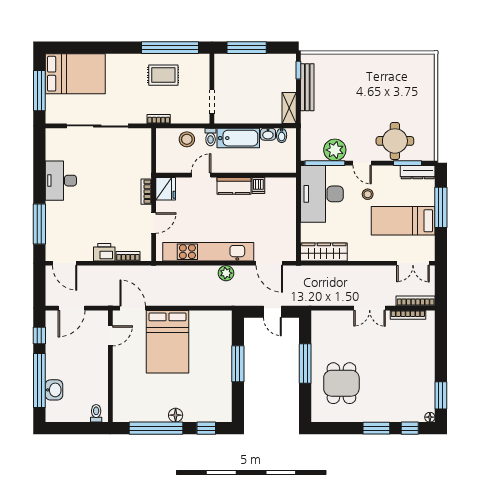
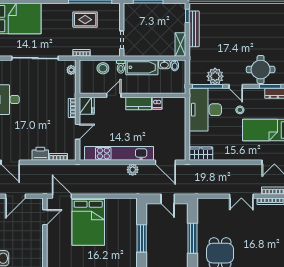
plant: (145, 142) -> (71, 70), added
wardrobe: (324, 252) -> (201, 154), width x0.67

